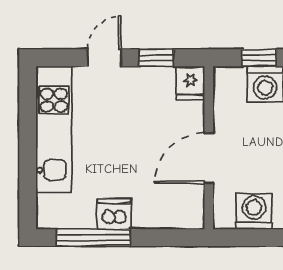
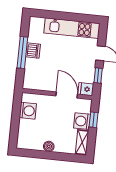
door: (209, 158) -> (67, 95), moved
window: (93, 238) -> (22, 53), moved

